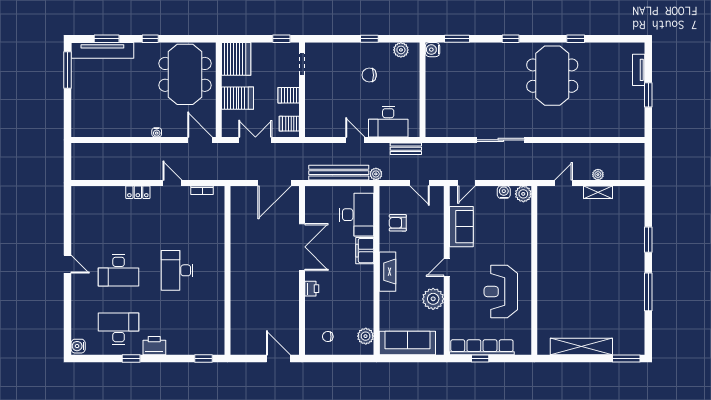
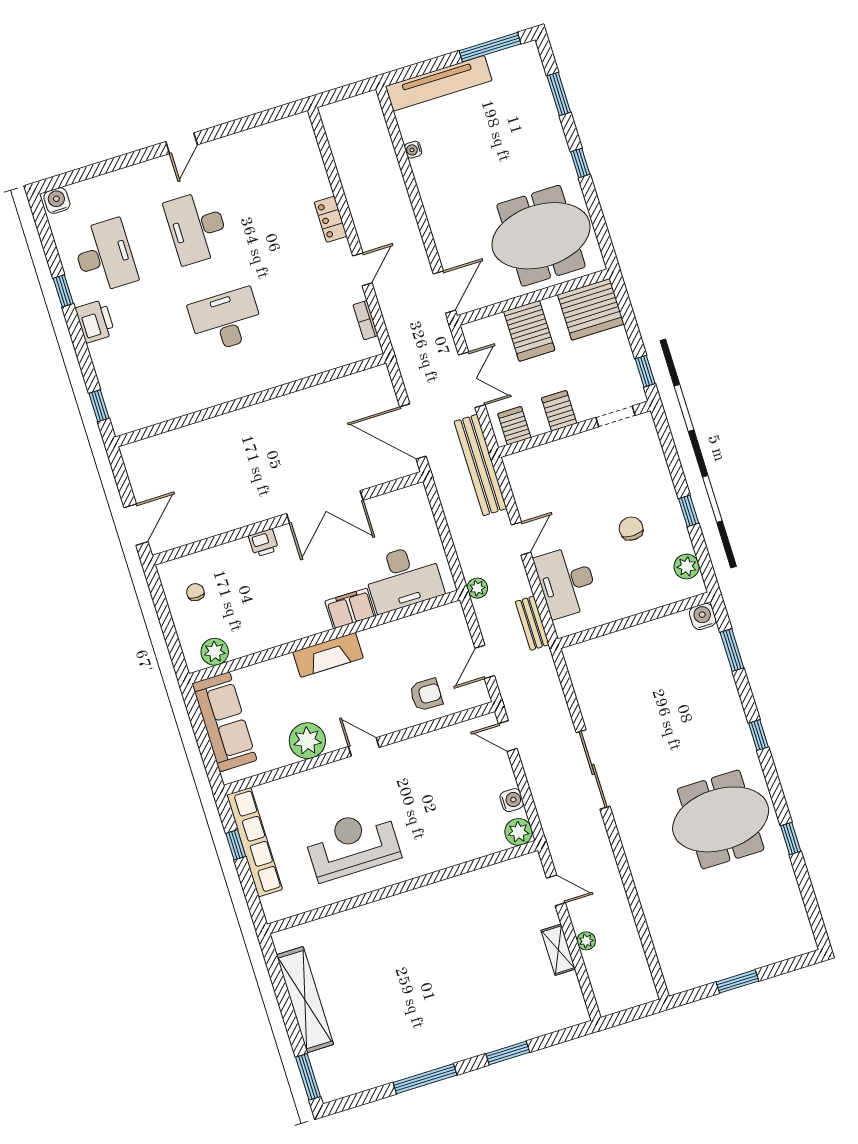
tv unit: (102, 50) -> (439, 83), moved, turned -90
tv unit: (639, 70) -> (772, 954), removed
water cooler: (157, 132) -> (413, 150), moved
bench: (339, 173) -> (480, 465), moved
armchair: (398, 223) -> (426, 695), moved, turned 91
sofa: (461, 227) -> (436, 750), removed

